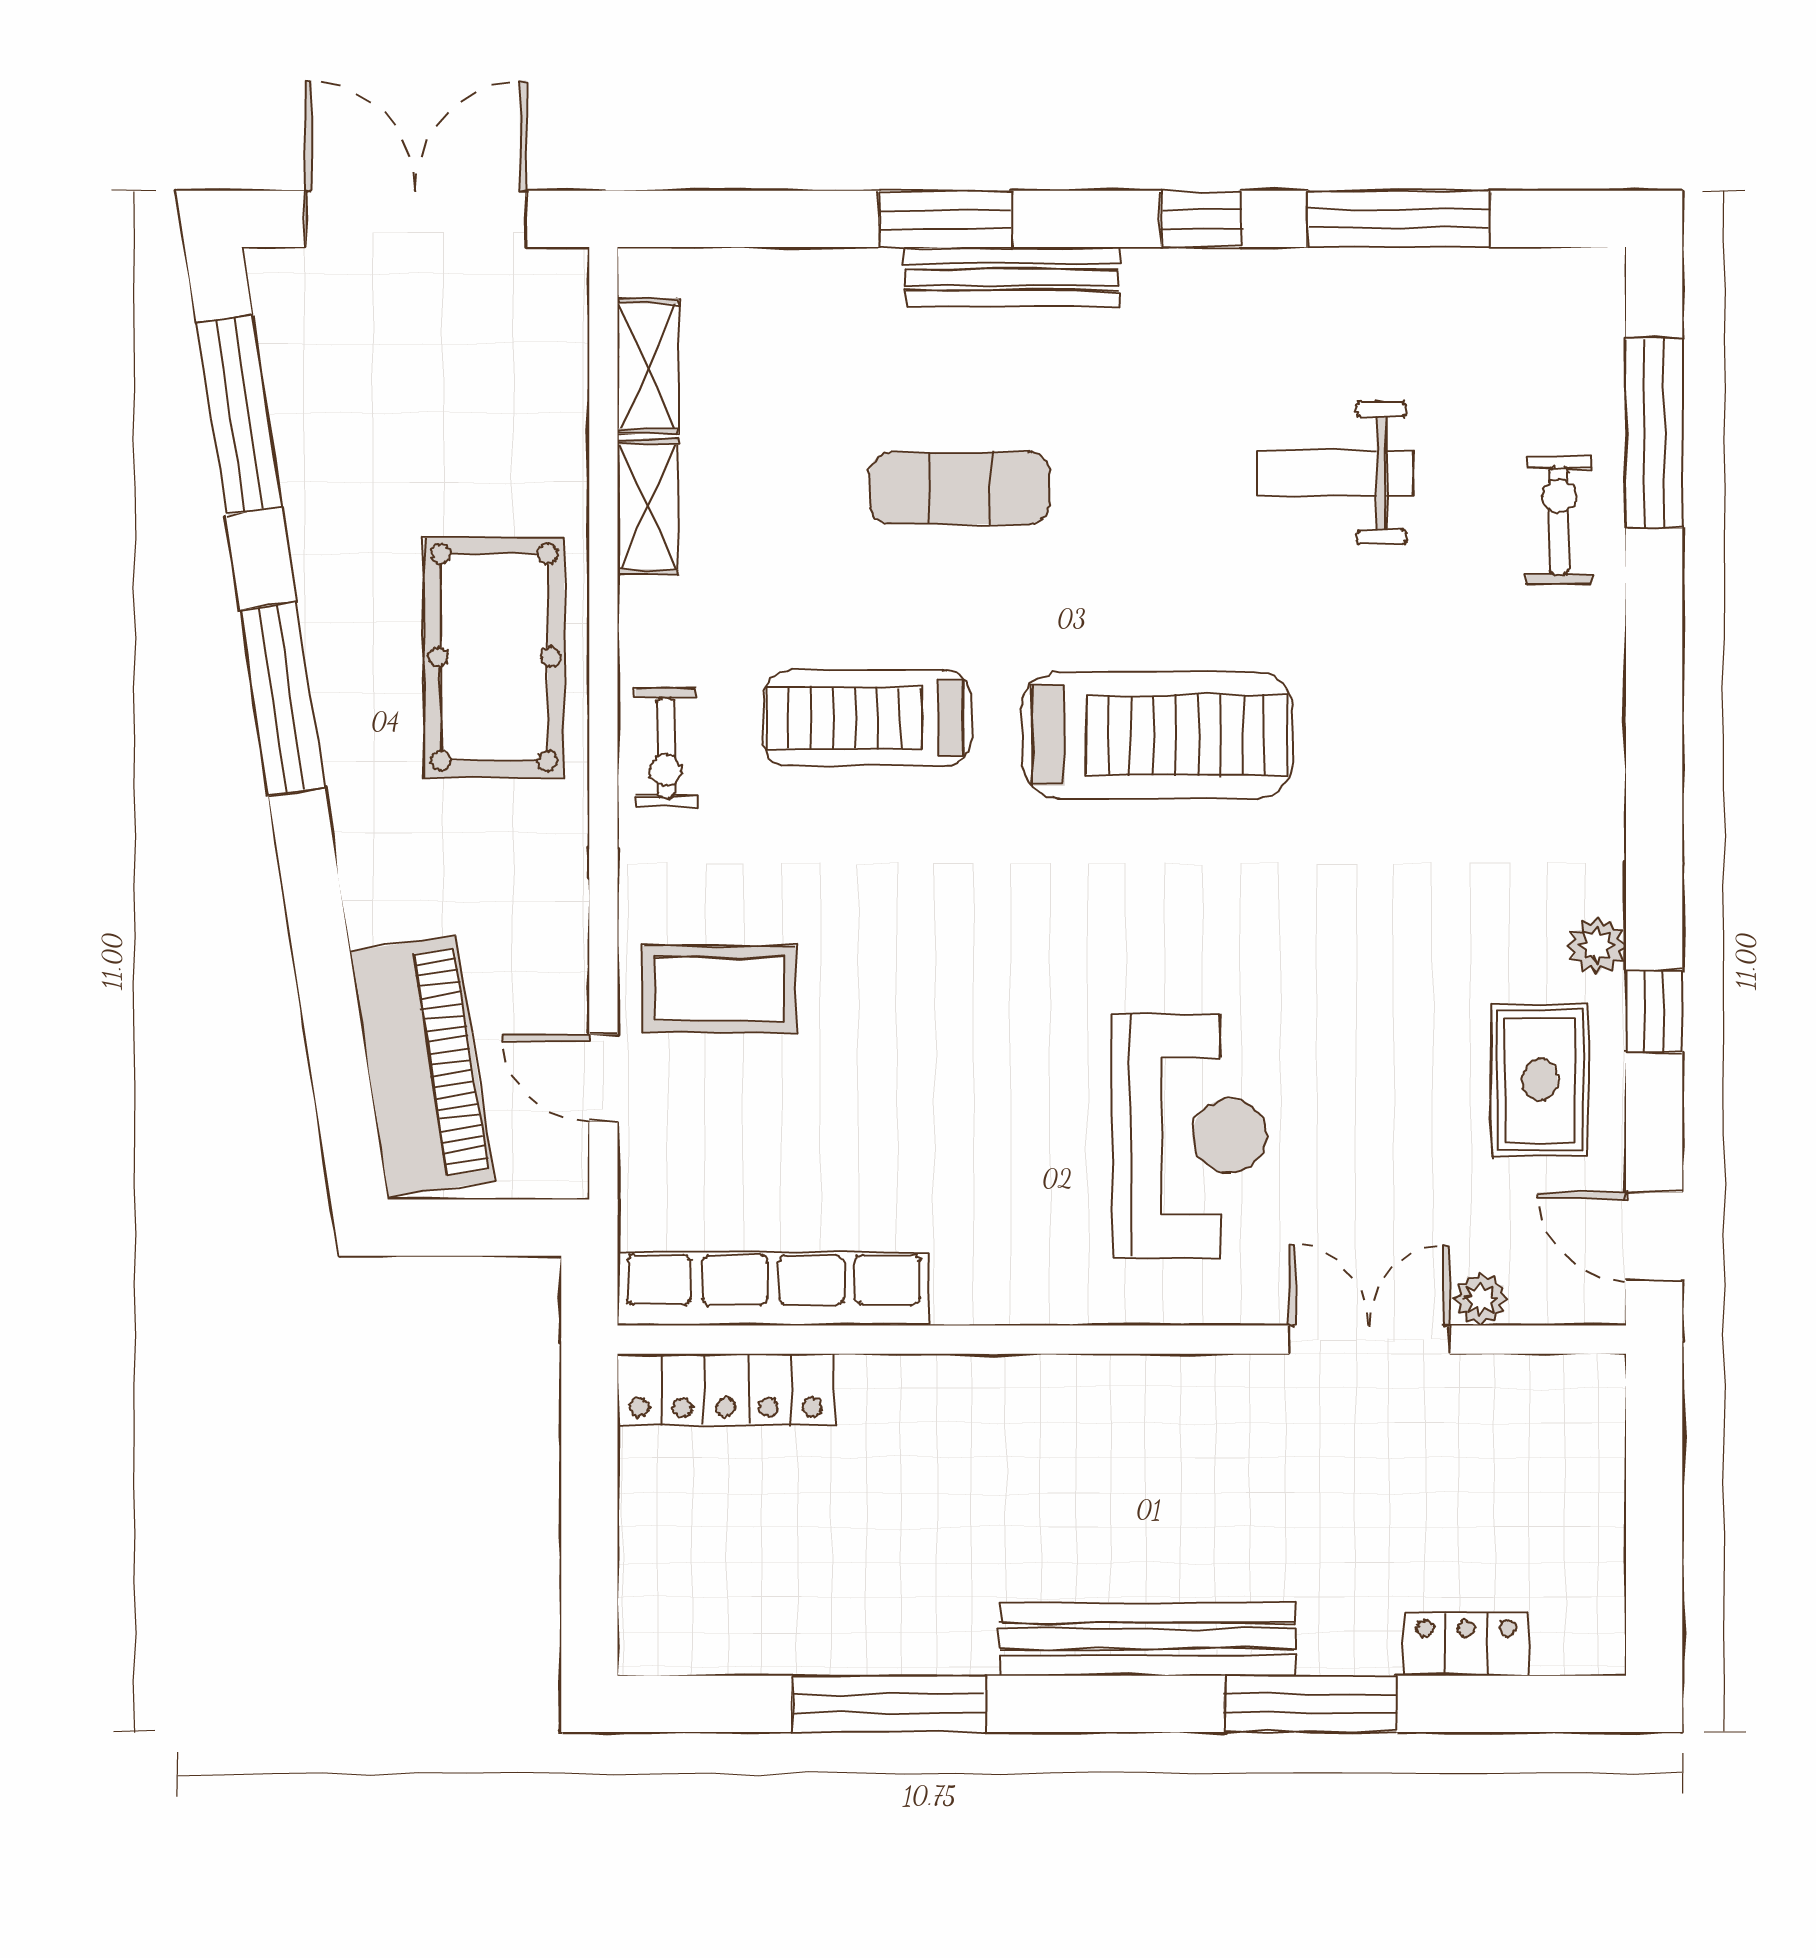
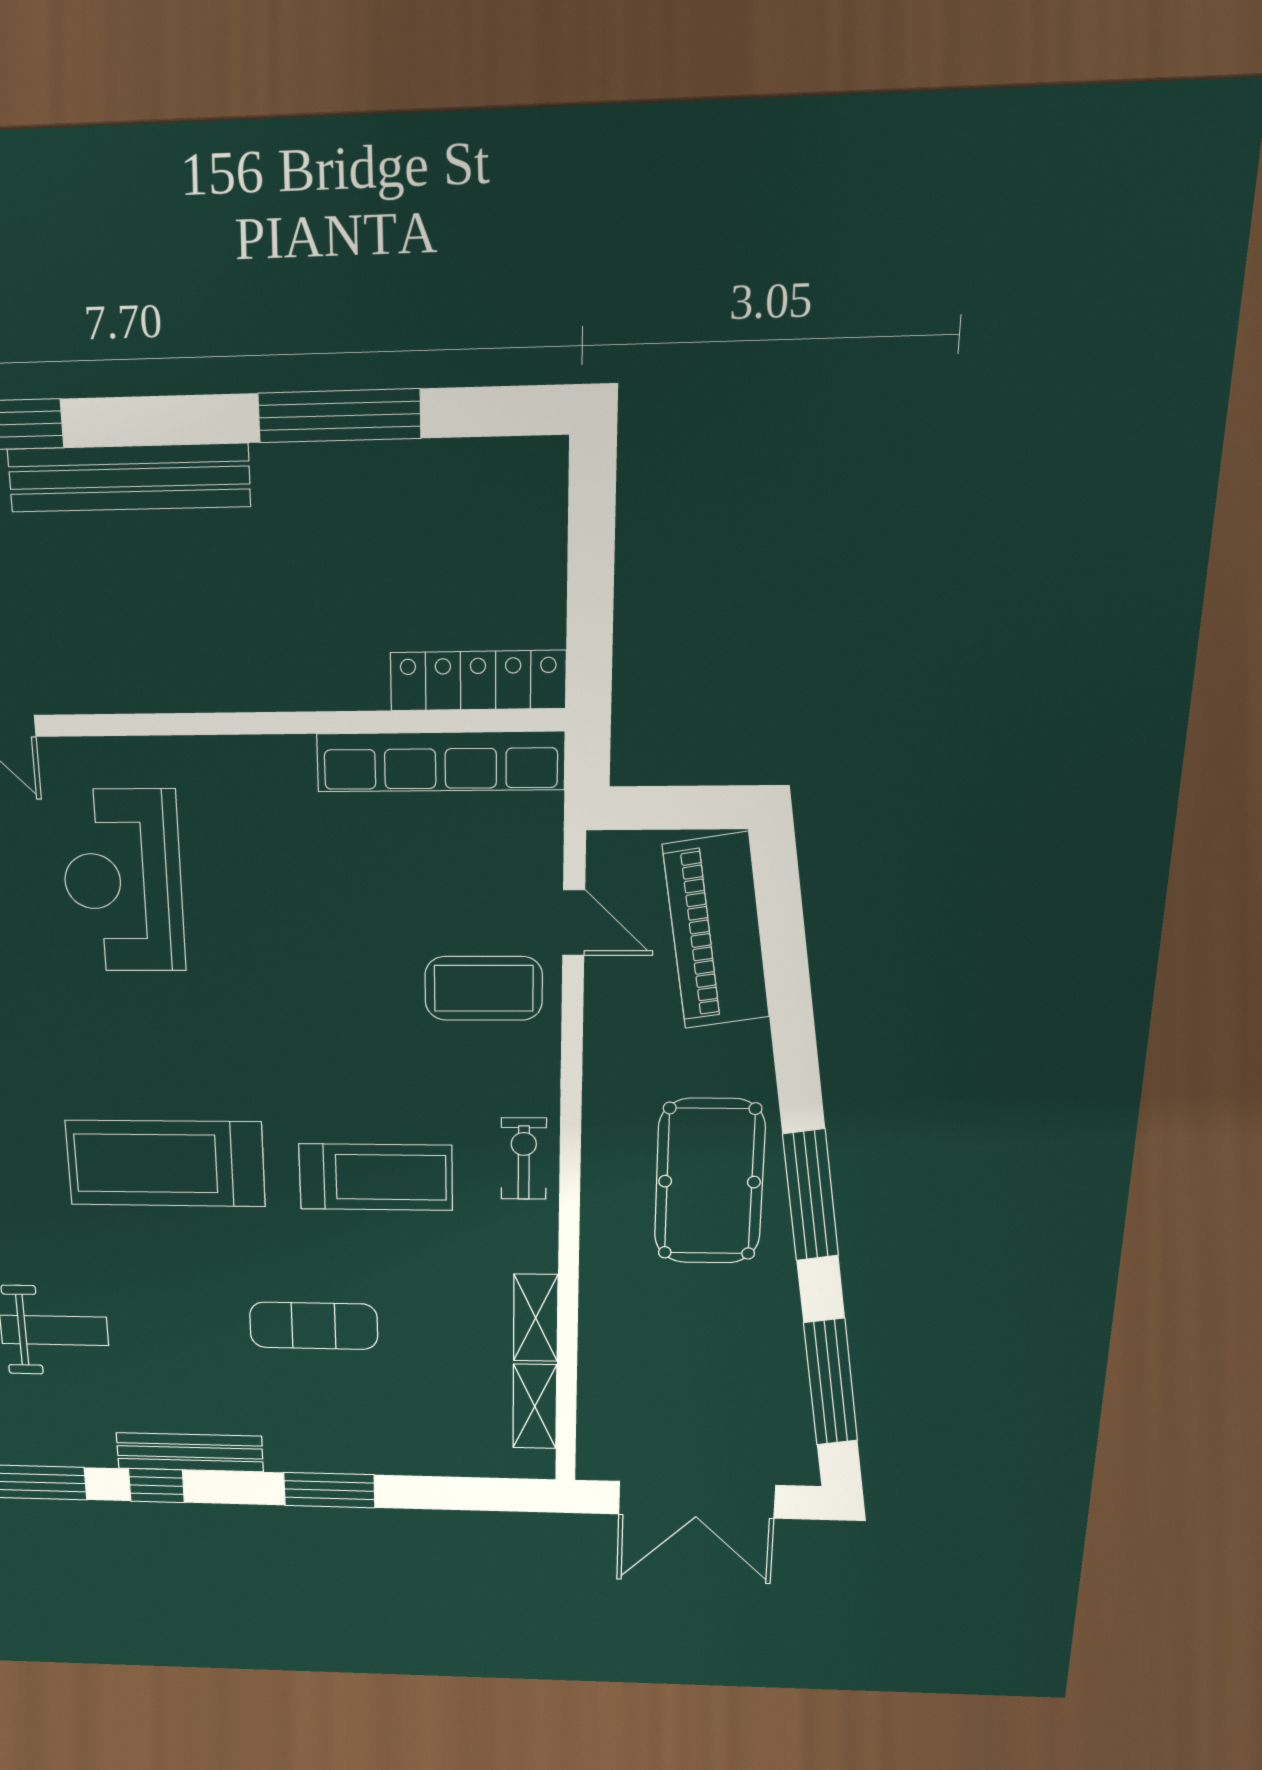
bench: (1012, 277) -> (190, 1452), moved
pool table: (494, 657) -> (709, 1182), moved

